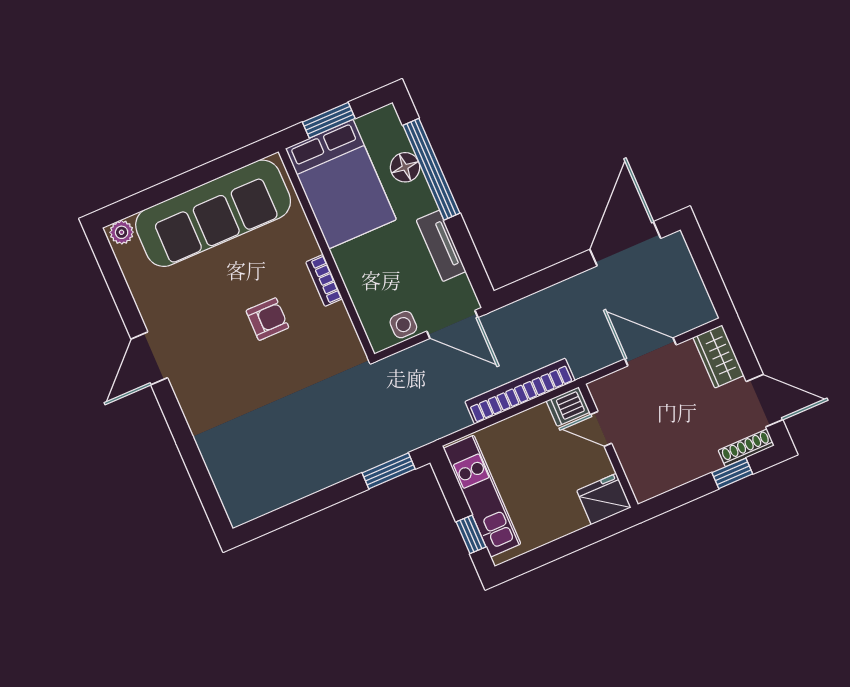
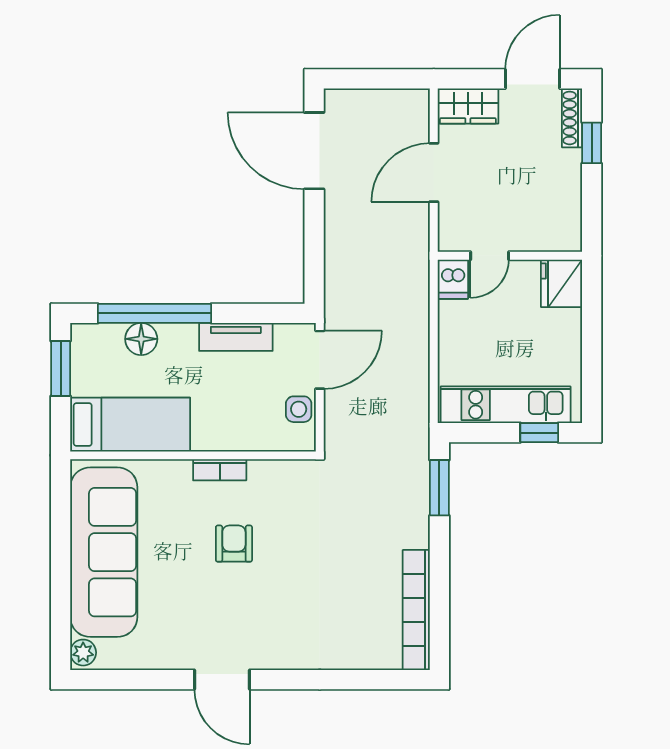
window: (329, 120) -> (61, 368), moved
bed: (341, 184) -> (130, 425), width x0.67
bookcase: (520, 391) -> (416, 610), moved

